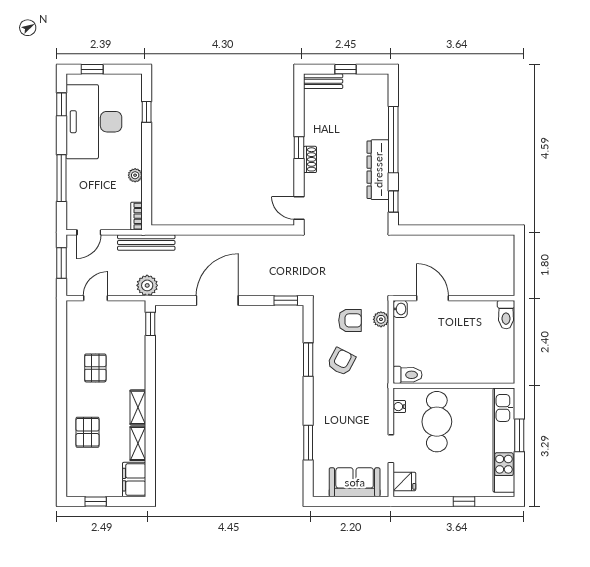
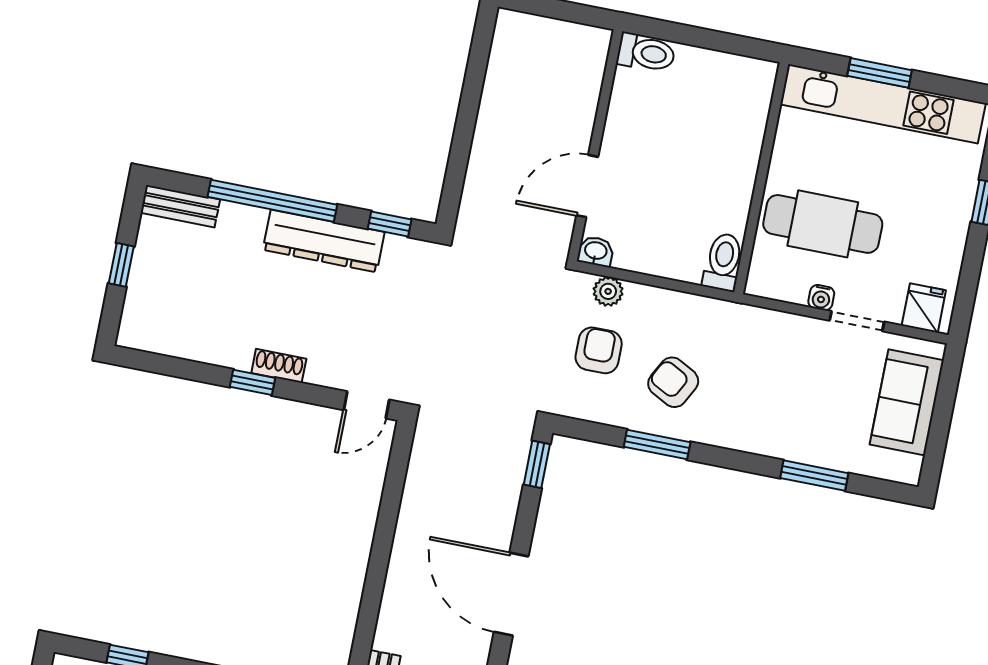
bench: (323, 81) -> (180, 206), moved, turned 90
water cooler: (399, 407) -> (821, 298), moved

